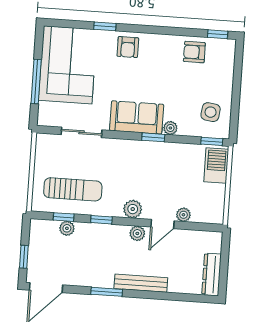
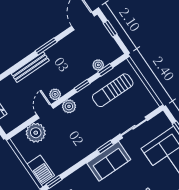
plant: (170, 128) -> (84, 171), removed
window: (153, 137) -> (105, 147), moved
plant: (183, 215) -> (36, 133), width x1.88, depth x1.88

